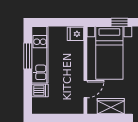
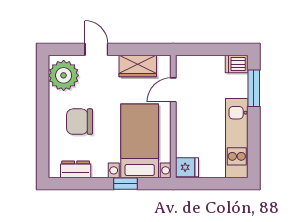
window: (28, 56) -> (254, 88), moved
dishwasher: (40, 91) -> (237, 64), moved

